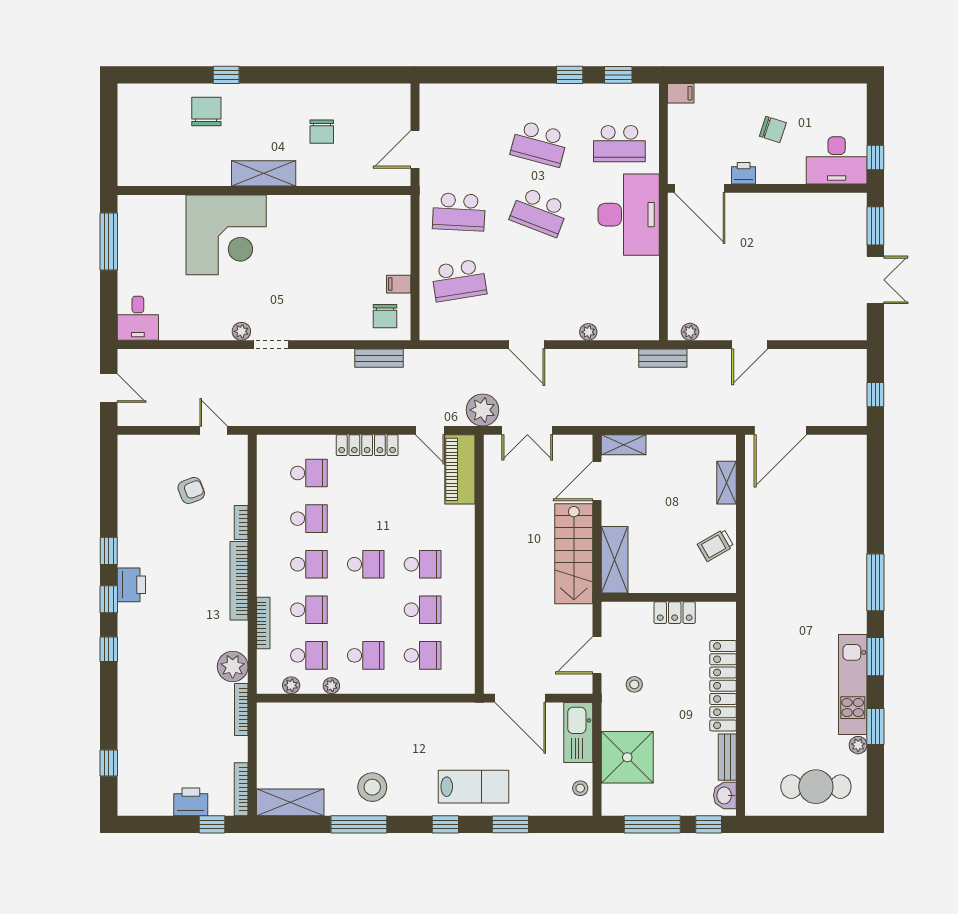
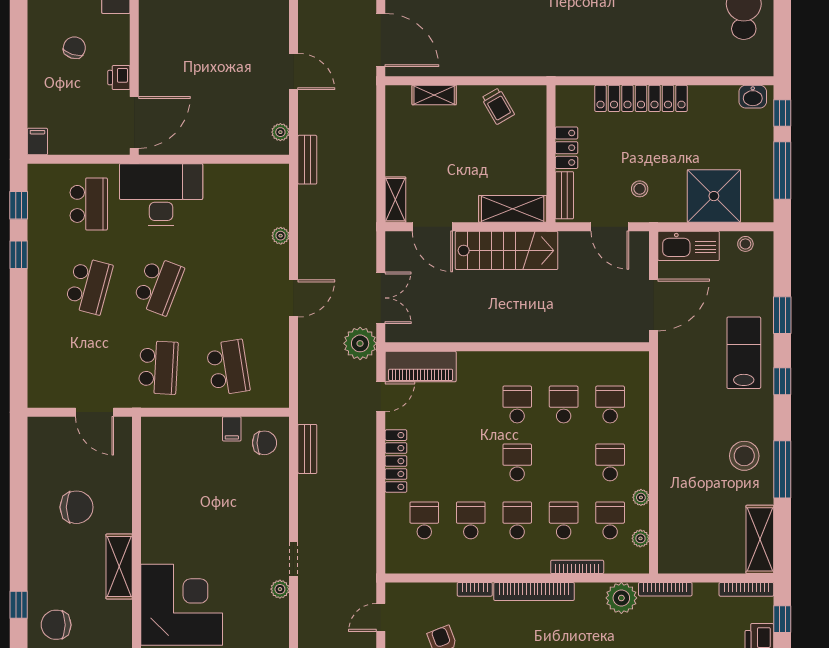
chair: (322, 132) -> (77, 507), width x1.37, depth x1.37
bench: (727, 757) -> (564, 195), moved, turned 90

